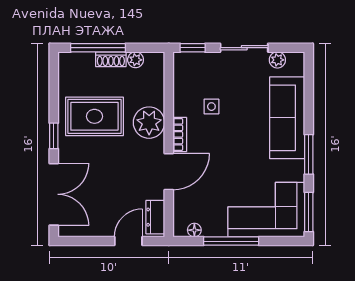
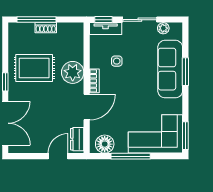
plant: (136, 60) -> (63, 28), removed
tv unit: (196, 61) -> (106, 29), added
window: (309, 154) -> (185, 72), moved
floor lamp: (194, 230) -> (105, 144), width x1.89, depth x1.89

